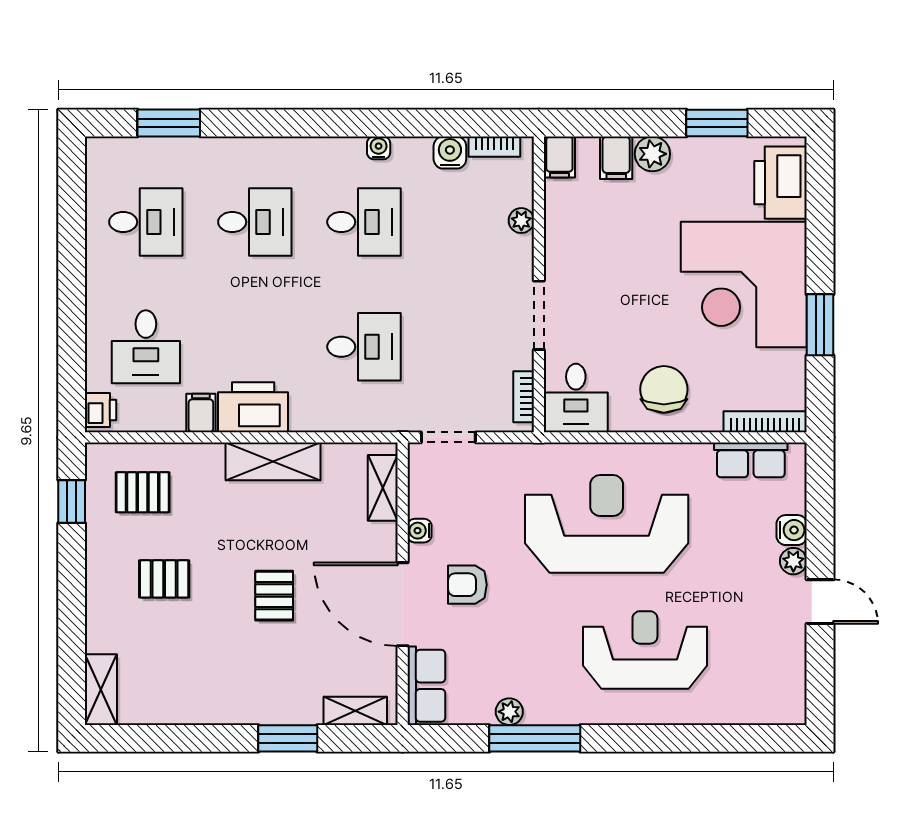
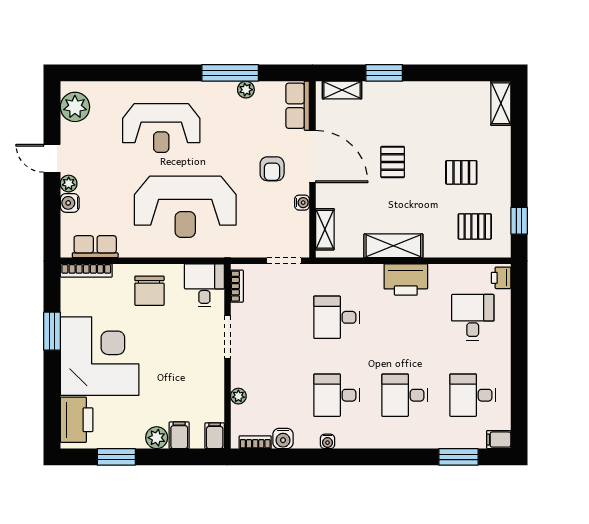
filing cabinet: (201, 413) -> (499, 440), moved, turned 90
armchair: (467, 585) -> (272, 169), turned 90
plant: (783, 684) -> (75, 107), added

